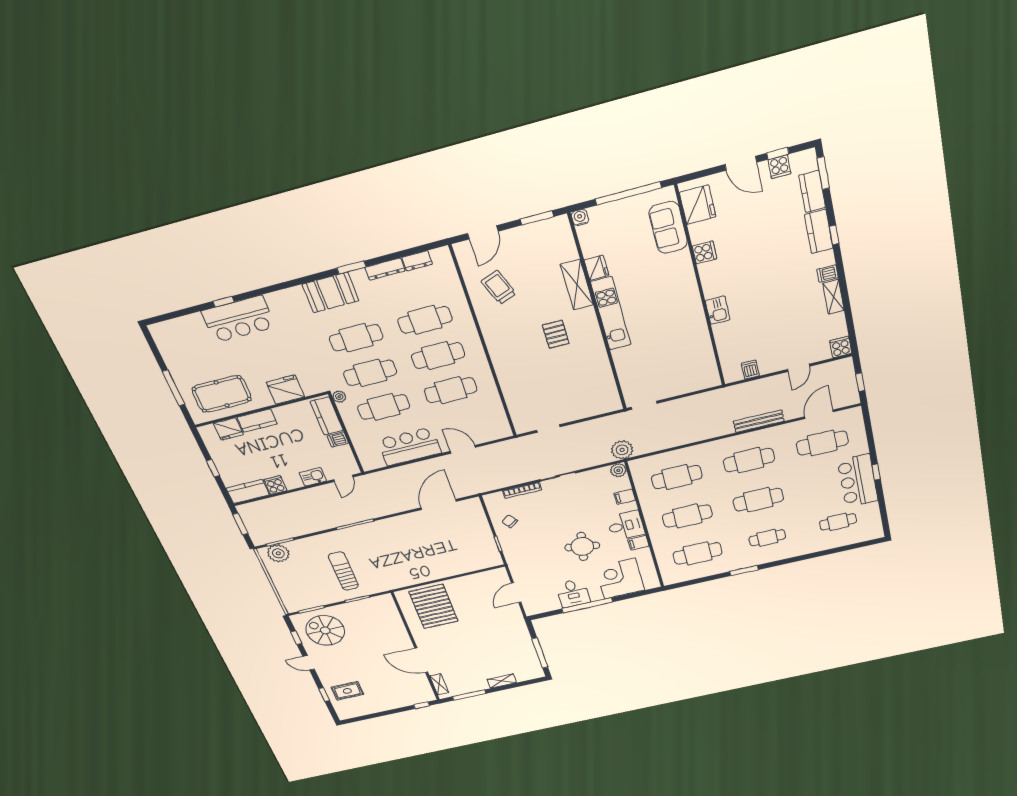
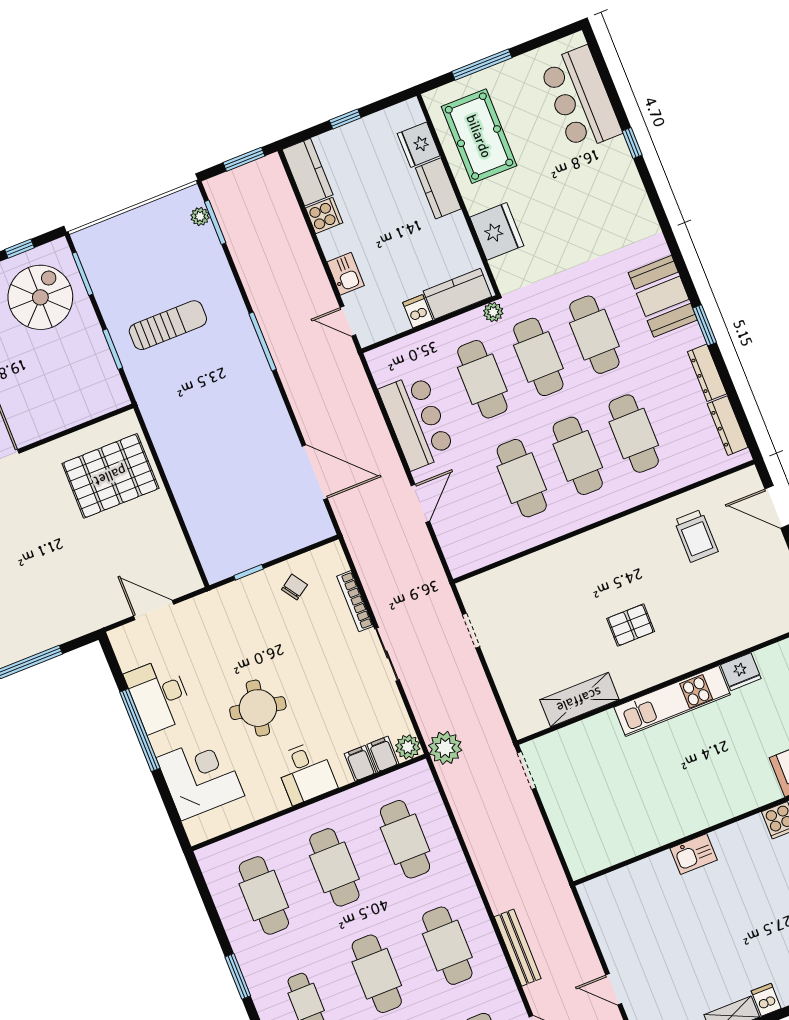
dresser: (417, 261) -> (728, 426), width x1.44
shelving: (577, 285) -> (579, 700), moved
trolley: (499, 287) -> (696, 536), turned 111
bar counter: (238, 319) -> (581, 99), moved
dishwasher: (750, 370) -> (603, 919), removed
filing cabinet: (638, 543) -> (383, 754), moved
plant: (278, 553) -> (200, 216), width x0.53, depth x0.53
desk: (573, 593) -> (159, 695), width x1.37

